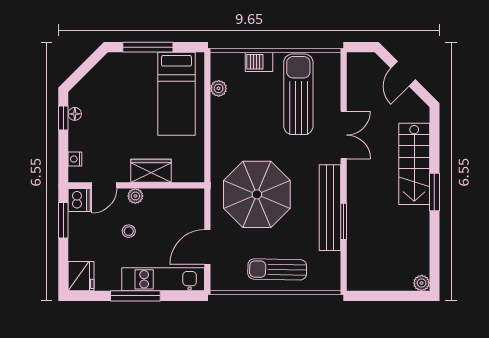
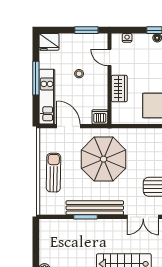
plant: (135, 196) -> (102, 78), removed
dishwasher: (79, 200) -> (100, 117), moved, turned 180

